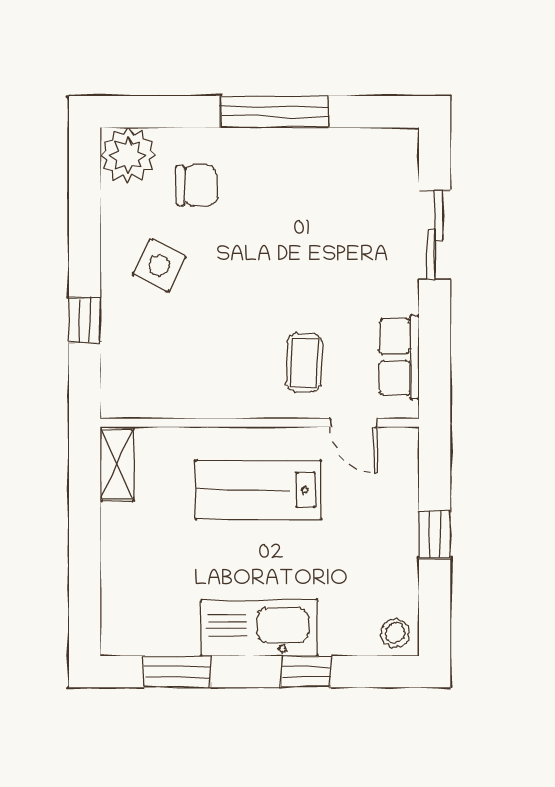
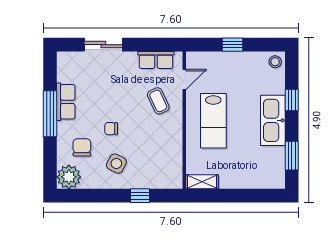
row of seats: (302, 148) -> (66, 102), added
chair: (240, 253) -> (111, 129), added
coffee table: (304, 363) -> (158, 101), turned 63

